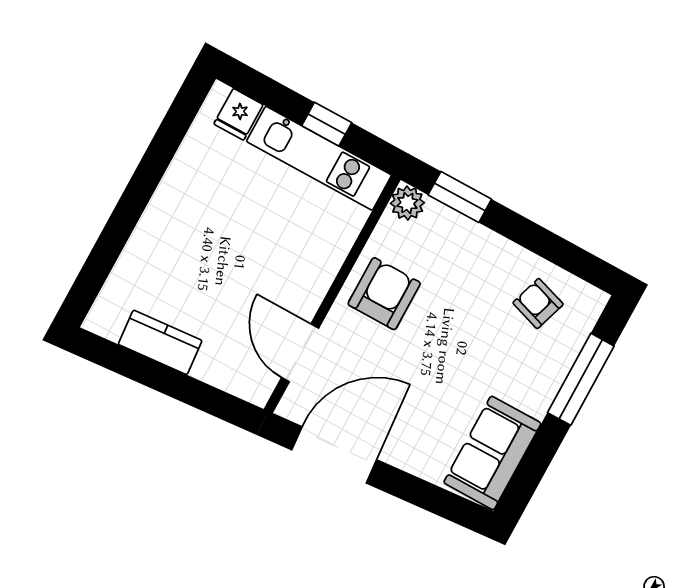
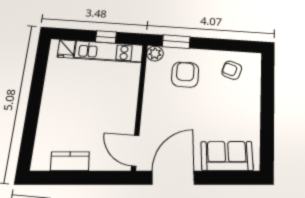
armchair: (384, 294) -> (185, 75), moved
door: (300, 353) -> (135, 151), moved
window: (581, 379) -> (267, 94), removed
sofa: (492, 453) -> (227, 156), moved, turned 85

